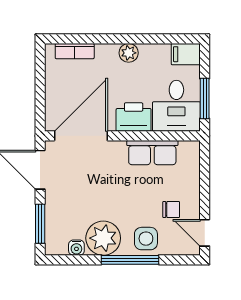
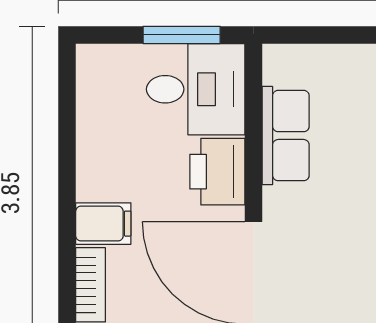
plant: (129, 53) -> (94, 181), removed
filing cabinet: (186, 54) -> (103, 224), moved, turned -90

